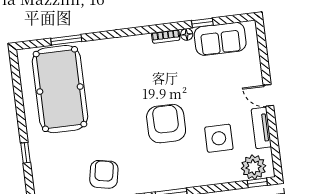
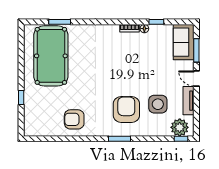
sofa: (220, 39) -> (184, 42), moved, turned 90
window: (264, 56) -> (196, 50), added
armchair: (166, 124) -> (126, 110), moved
armchair: (104, 174) -> (74, 119), turned -101

